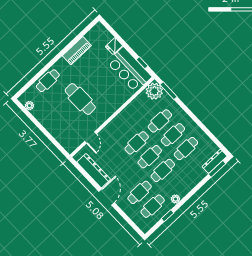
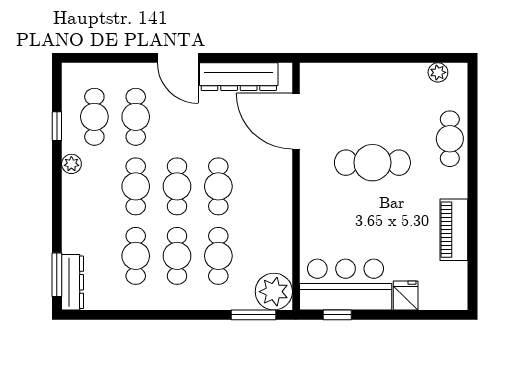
door: (90, 138) -> (296, 121), width x1.88

